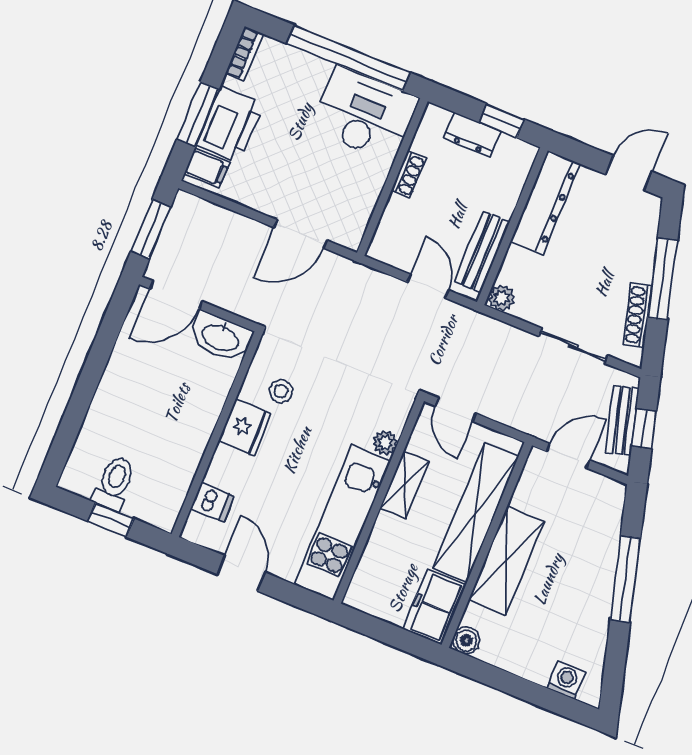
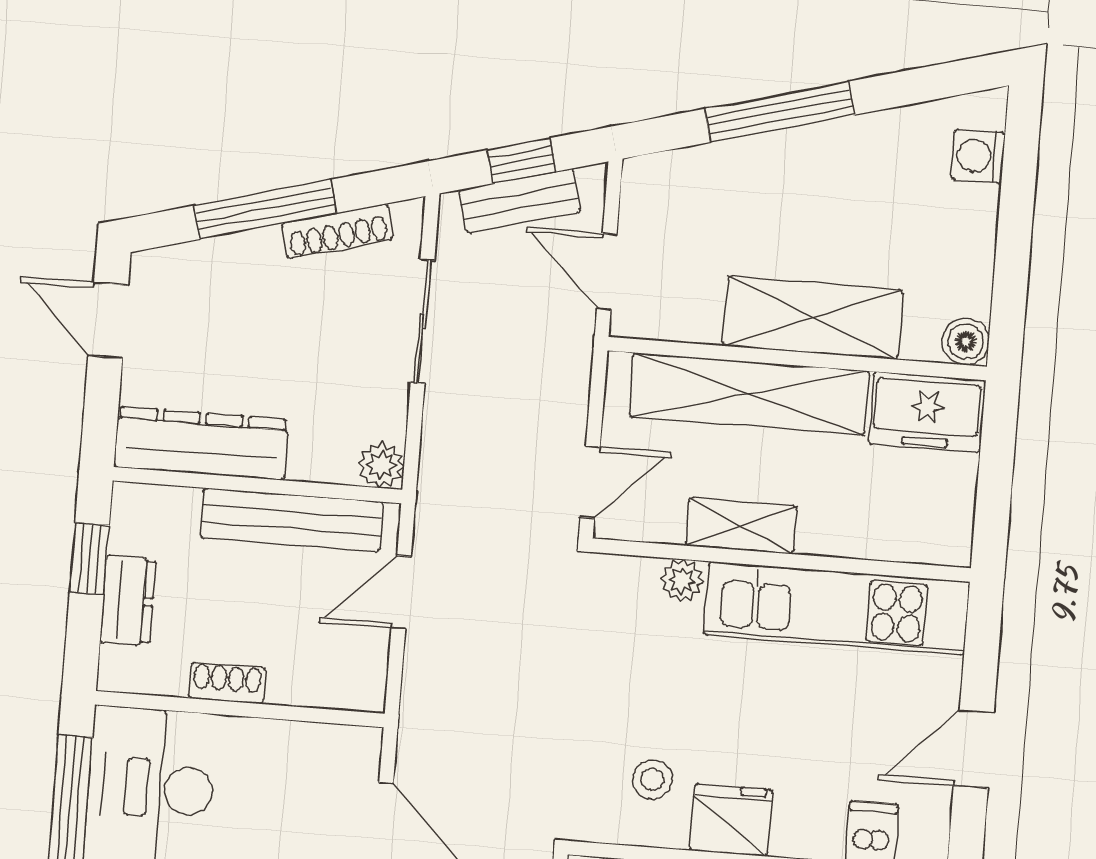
bench: (482, 252) -> (292, 520), width x1.36

